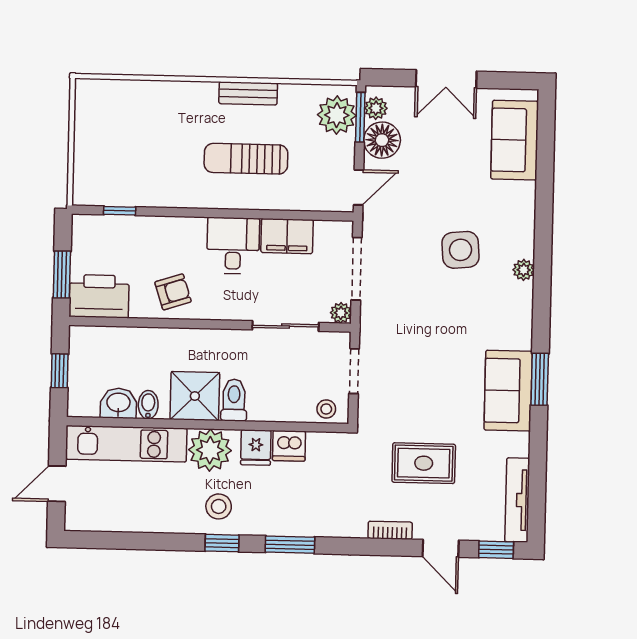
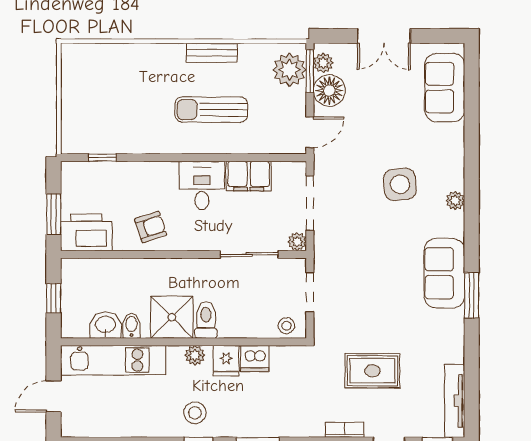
sofa: (508, 391) -> (444, 273), moved
plant: (210, 450) -> (195, 355), width x0.53, depth x0.53

